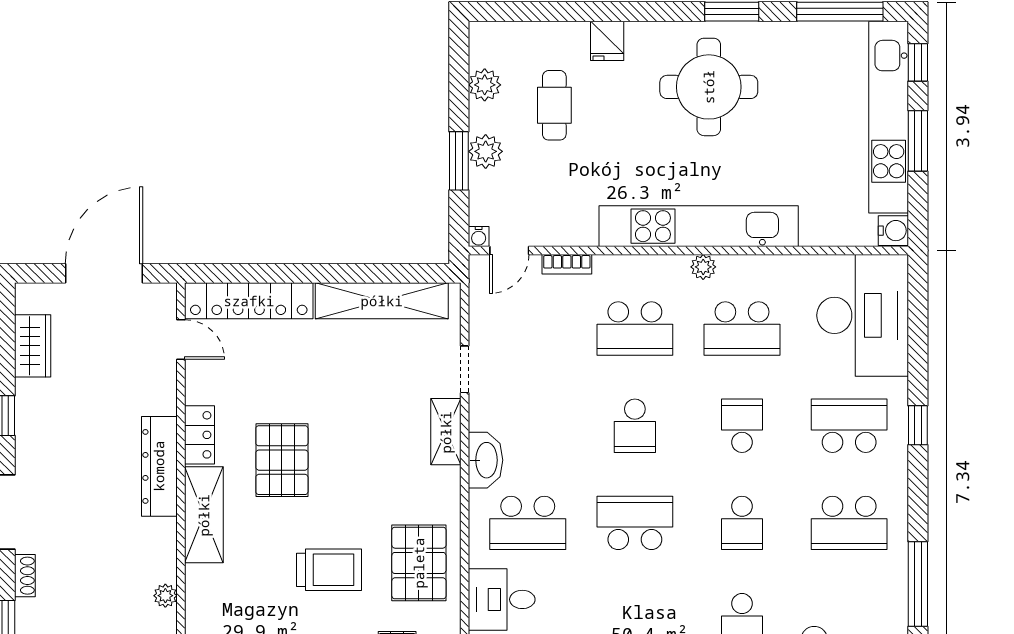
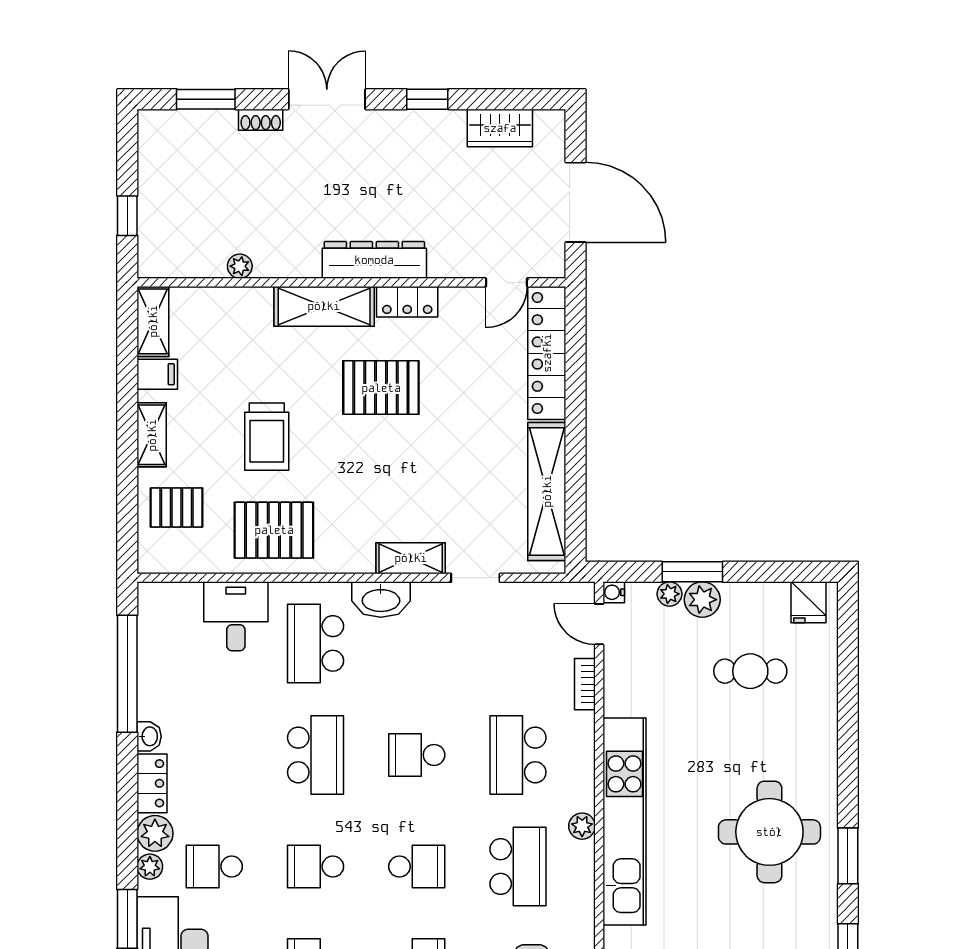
fridge: (607, 41) -> (808, 602), moved, turned -90
plant: (485, 85) -> (669, 594), moved, width x0.73, depth x0.73
school desk: (742, 329) -> (518, 867), turned 180

